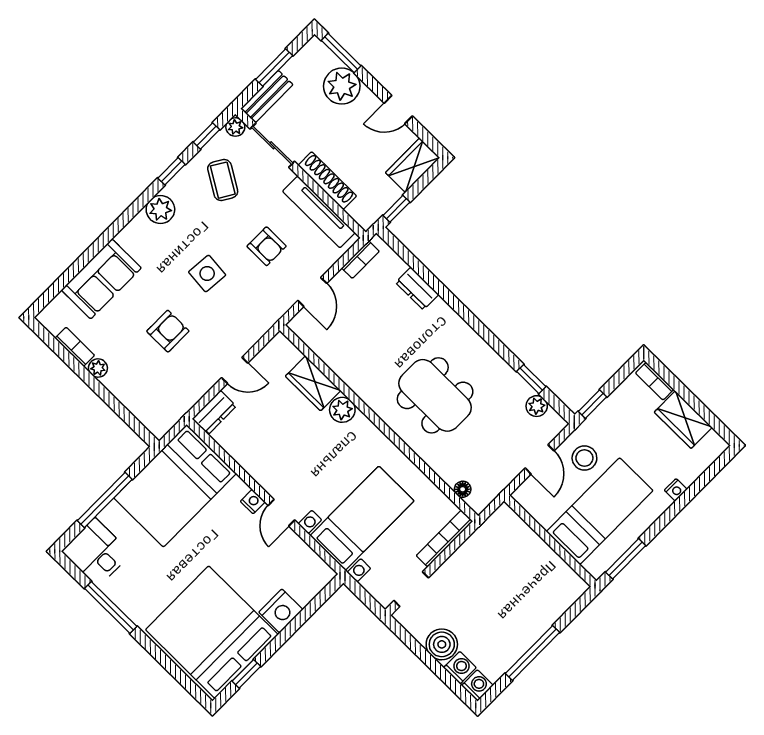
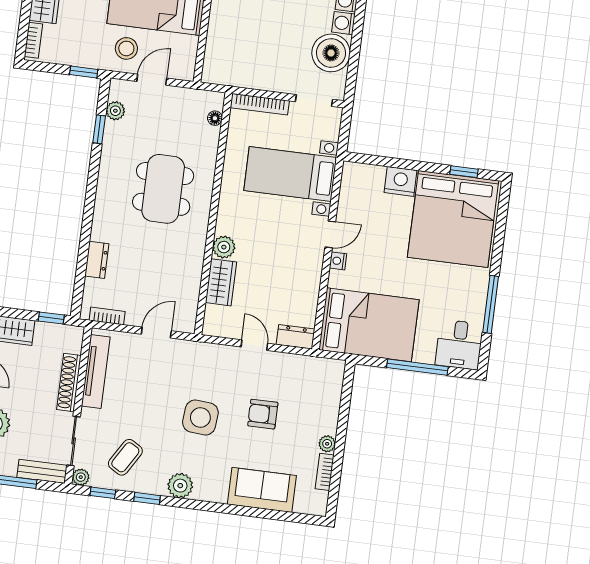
armchair: (267, 246) -> (149, 390), removed
side table: (207, 273) -> (200, 418), width x1.37, depth x1.37
boiler: (442, 644) -> (331, 53), width x1.37, depth x1.37

